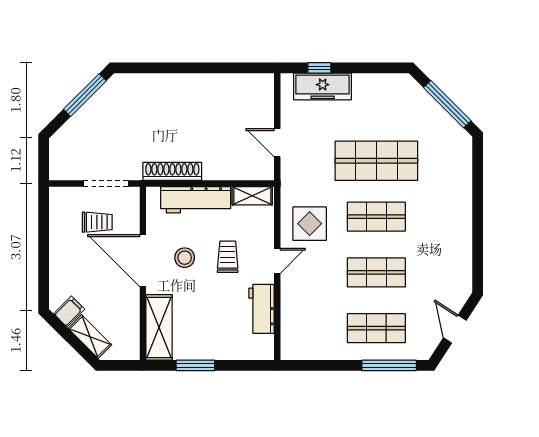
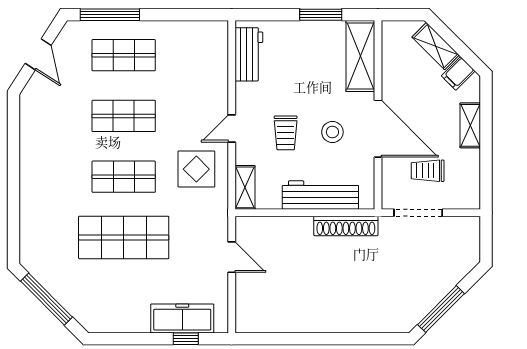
shelving: (252, 196) -> (245, 187), moved, turned 90
shelving: (58, 264) -> (470, 125), added
workbench: (261, 309) -> (249, 54), moved

